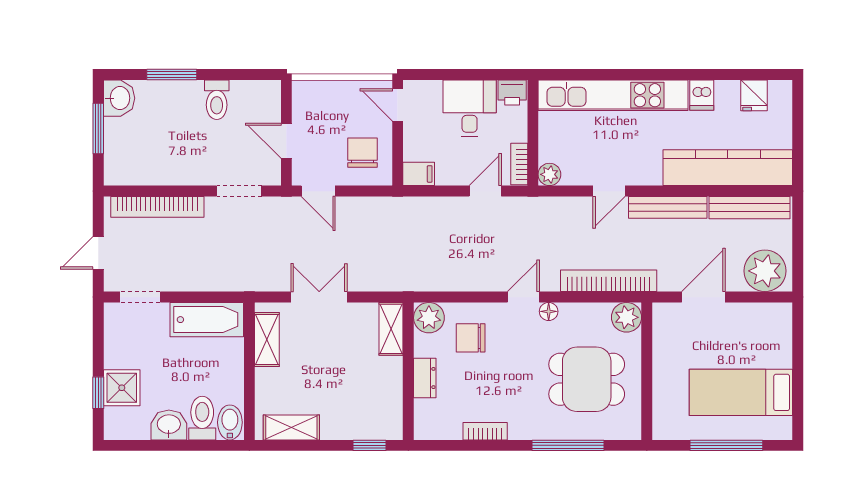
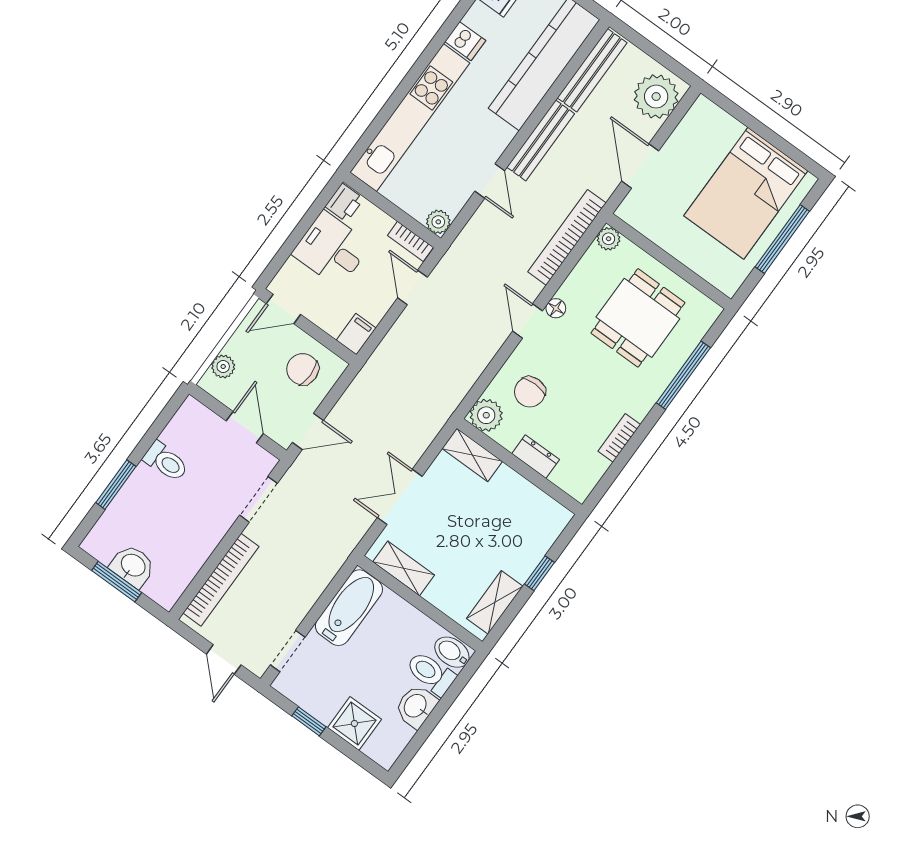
plant: (321, 91) -> (223, 366), added
washbasin: (119, 98) -> (133, 566), moved
door: (286, 141) -> (245, 427), swing flipped
plant: (627, 317) -> (609, 239), width x0.73, depth x0.73
bed: (741, 392) -> (746, 193), width x1.50
window: (98, 393) -> (309, 721), moved
window: (369, 445) -> (539, 573), moved

